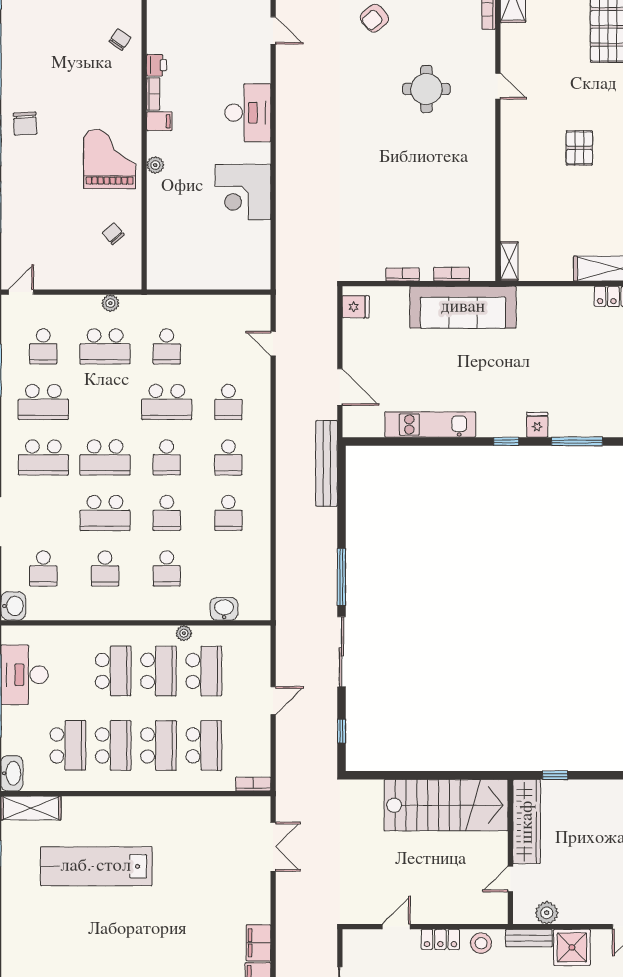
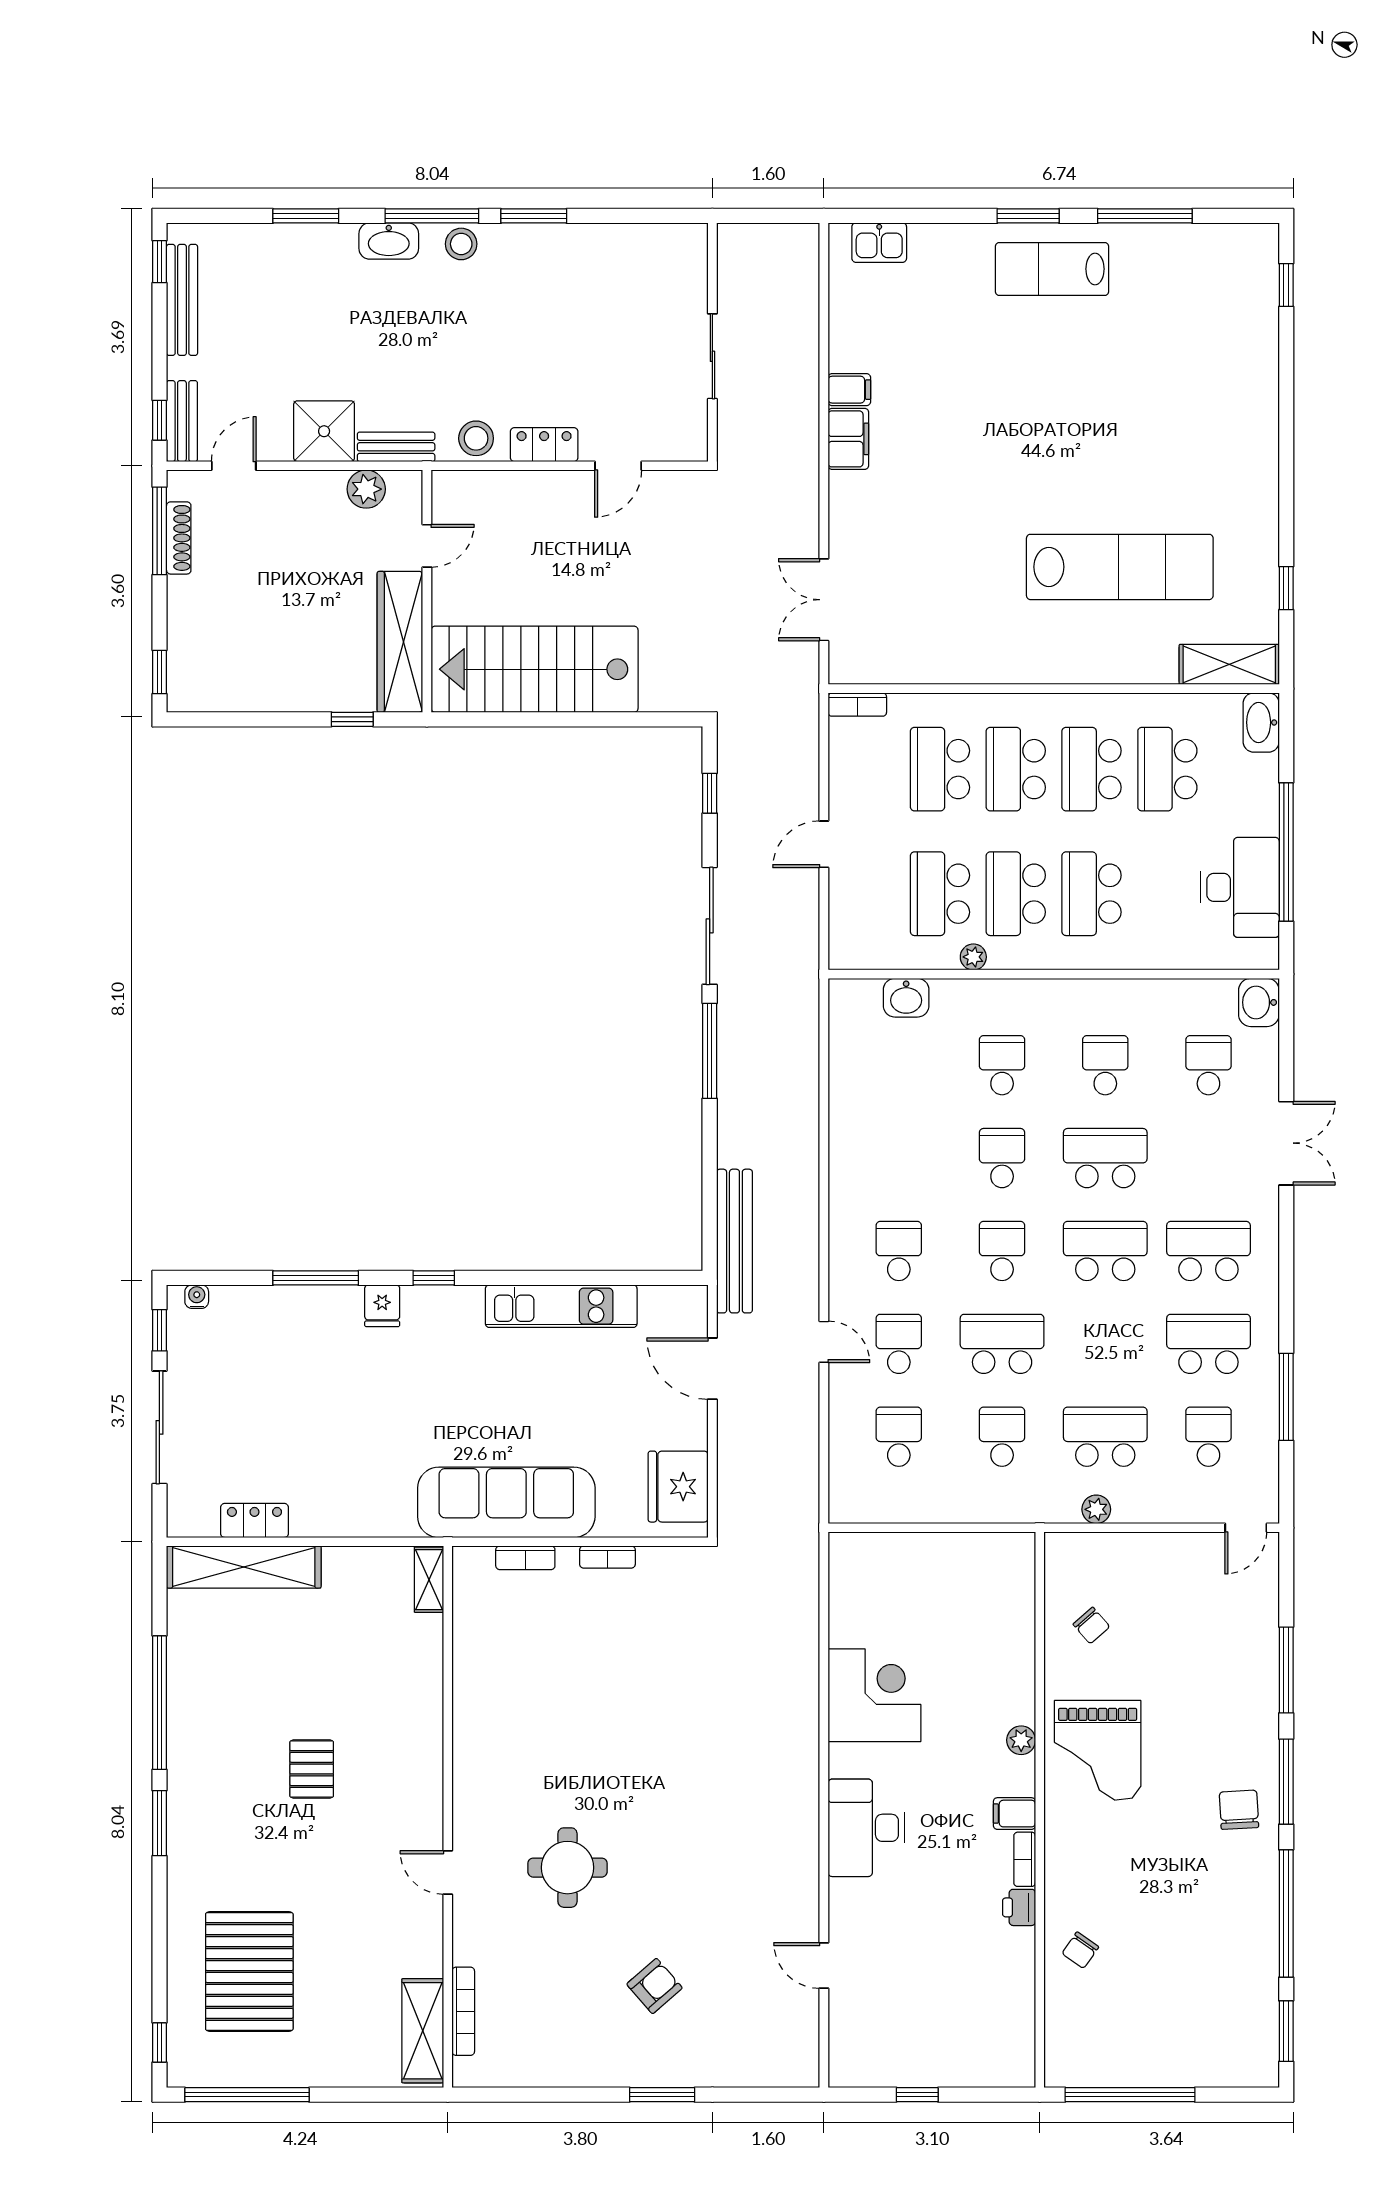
fridge: (356, 307) -> (678, 1487), width x1.88, depth x1.34
door: (273, 344) -> (824, 1342), moved
school desk: (228, 513) -> (899, 1437), moved

